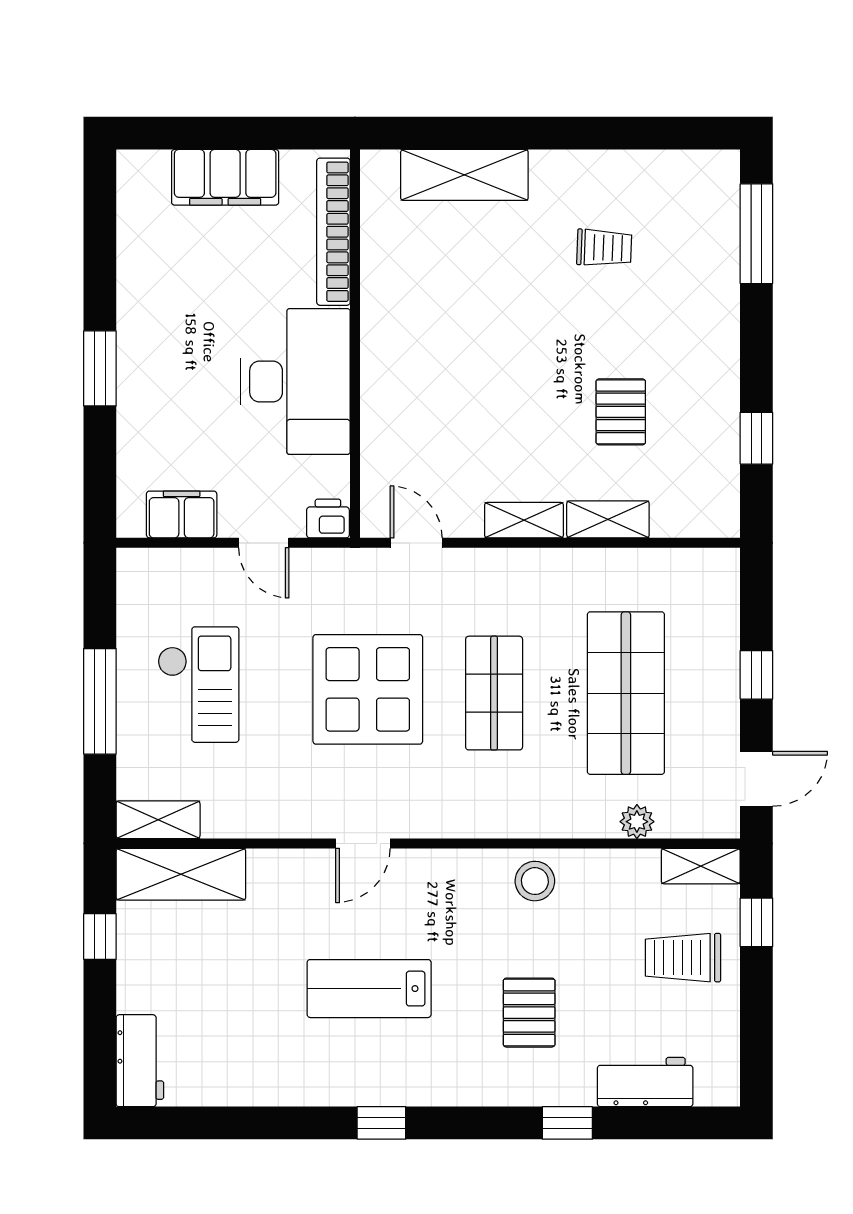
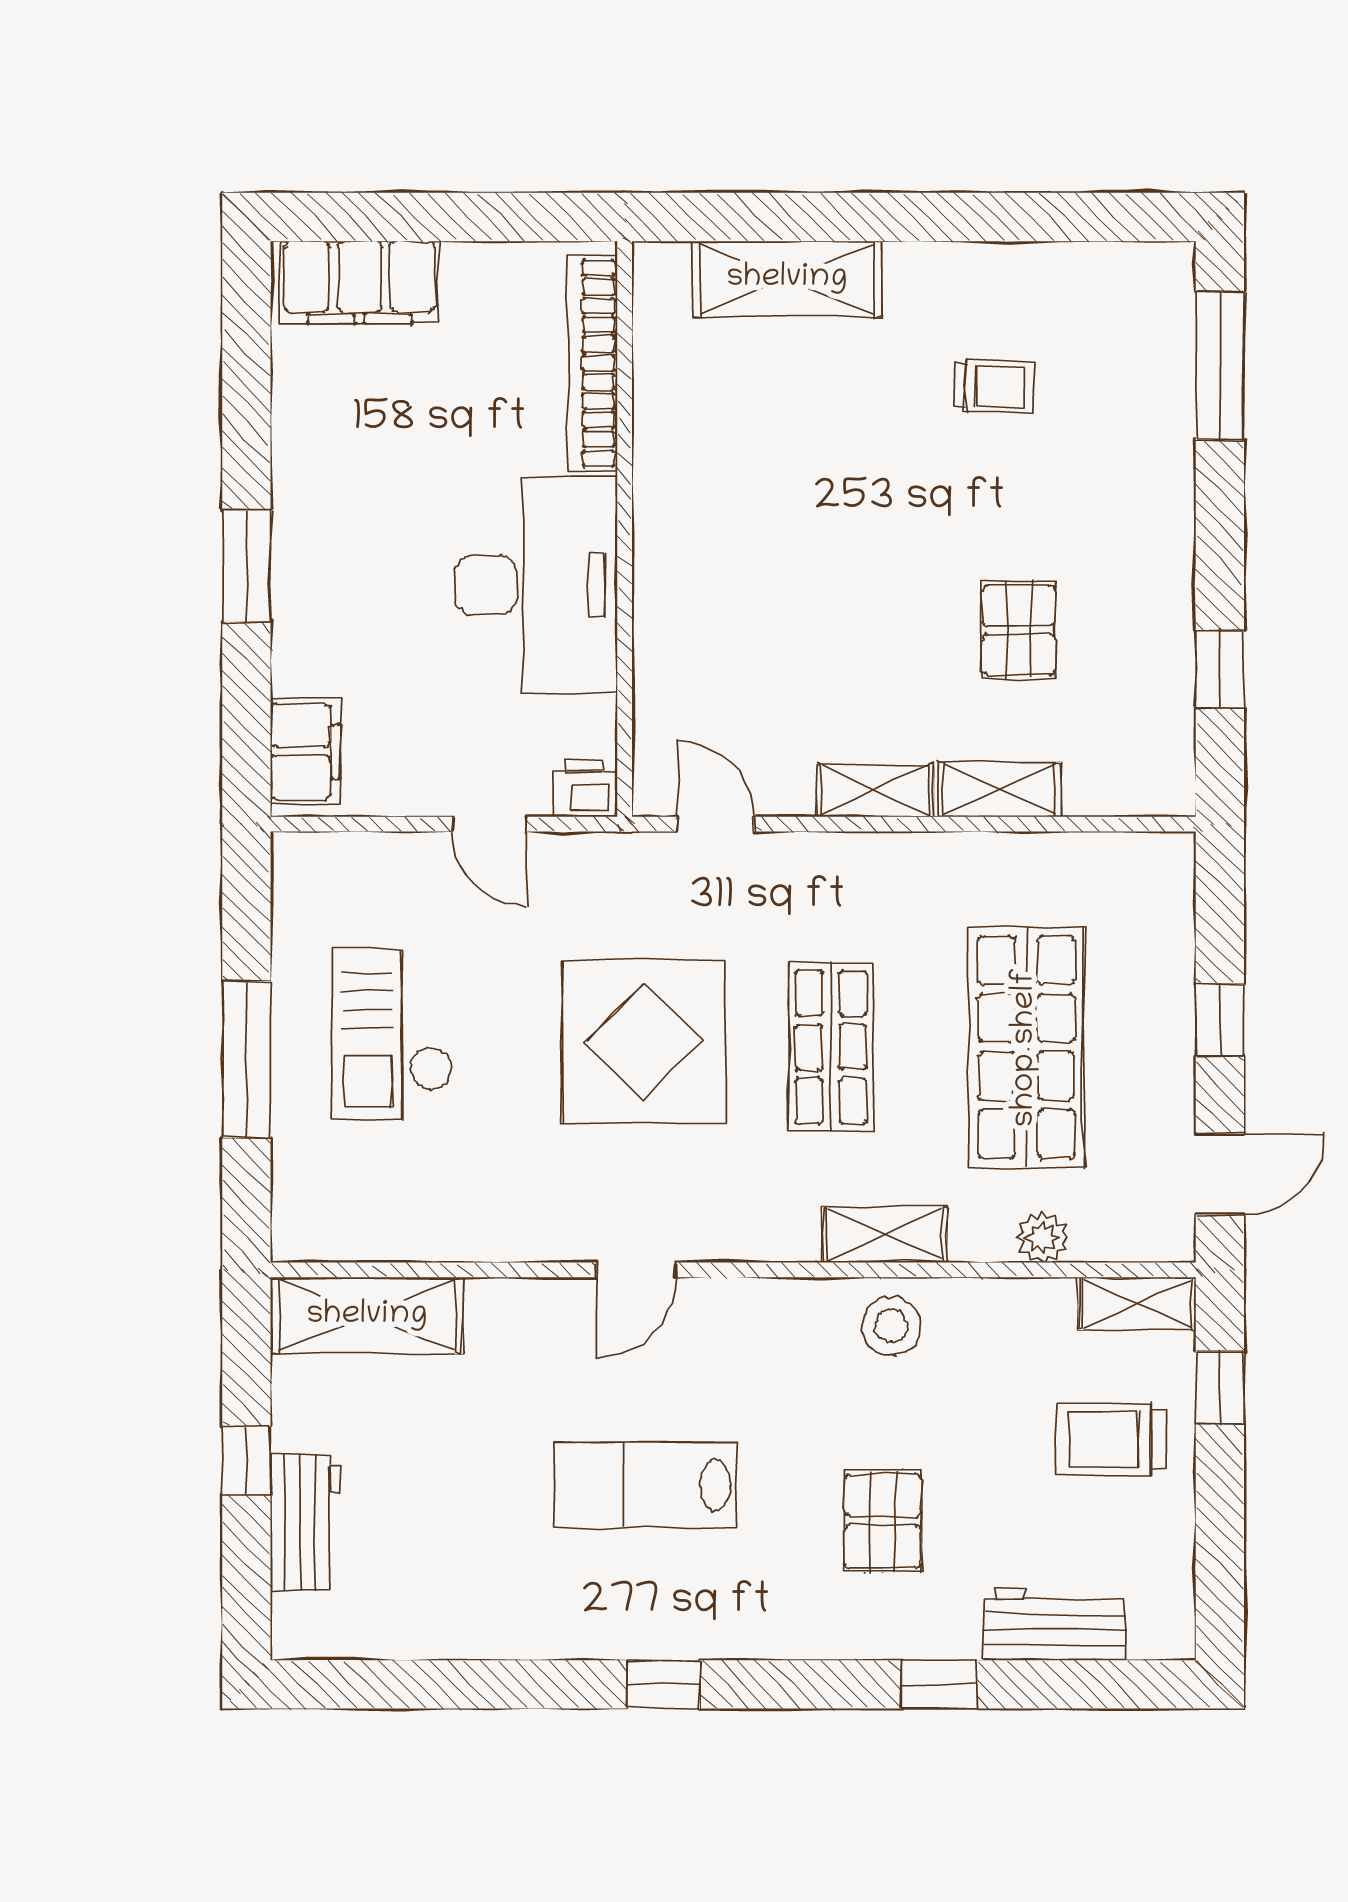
filing cabinet: (225, 177) -> (360, 282), moved
filing cabinet: (182, 514) -> (305, 752), moved, turned 90
checkout: (198, 685) -> (392, 1034), turned 180
shelving: (158, 820) -> (885, 1235), moved
window: (100, 937) -> (246, 1460), moved
workbench: (140, 1061) -> (306, 1522), moved

